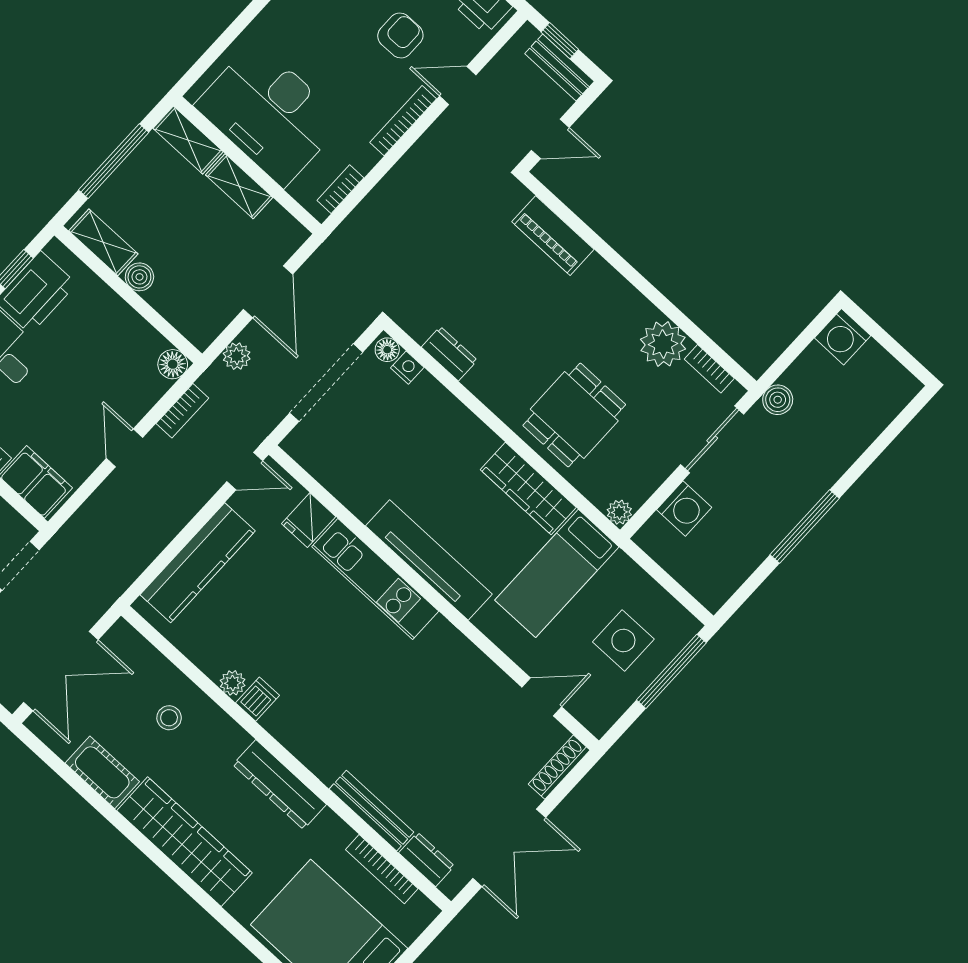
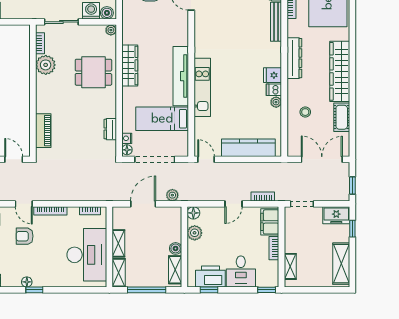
plant: (136, 335) -> (195, 233), added
boiler: (778, 400) -> (107, 13), moved
bookcase: (182, 411) -> (263, 196), moved
fridge: (309, 520) -> (272, 75), moved, turned 180
bed: (557, 573) -> (162, 119), moved, turned 180

